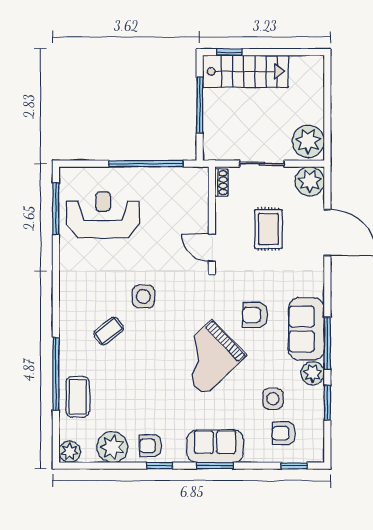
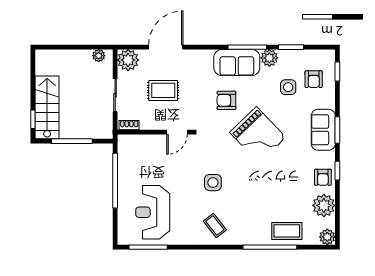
plant: (308, 141) -> (99, 56), width x0.53, depth x0.53
armchair: (255, 315) -> (226, 100), turned 90
coffee table: (108, 331) -> (215, 225), moved

